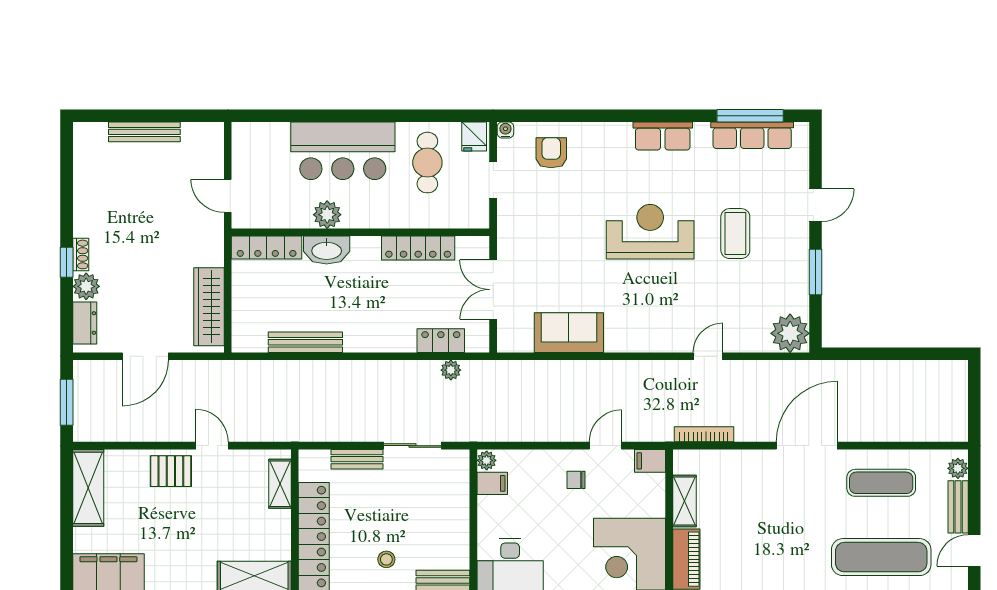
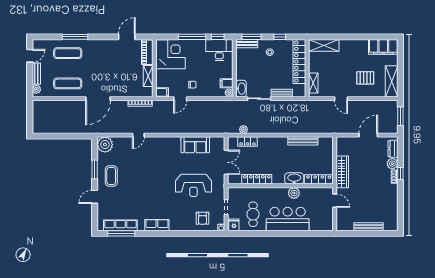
reception desk: (650, 232) -> (194, 185), moved
coffee table: (735, 234) -> (111, 176), moved
wardrobe: (209, 307) -> (342, 172), moved
washbasin: (457, 470) -> (241, 89), added
pallet: (171, 471) -> (365, 78), moved
exercise mat: (881, 557) -> (68, 53), width x0.73, depth x0.69

